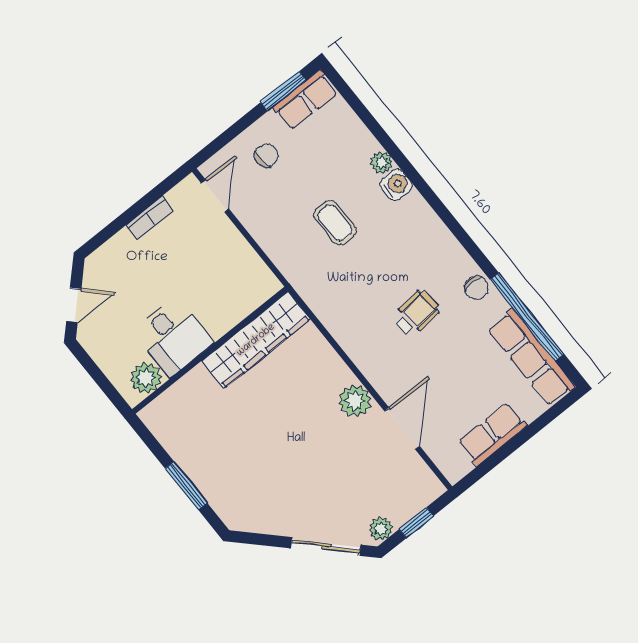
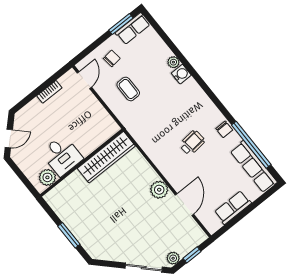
coffee table: (335, 223) -> (128, 89), moved

